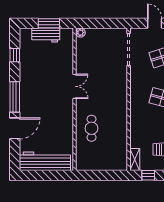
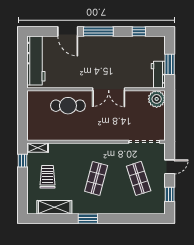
plant: (80, 33) -> (157, 99), width x1.87, depth x1.87
workbench: (46, 35) -> (158, 75), moved
double door: (75, 86) -> (109, 89), width x1.37
cafe table: (91, 128) -> (68, 106), width x1.37, depth x1.35

